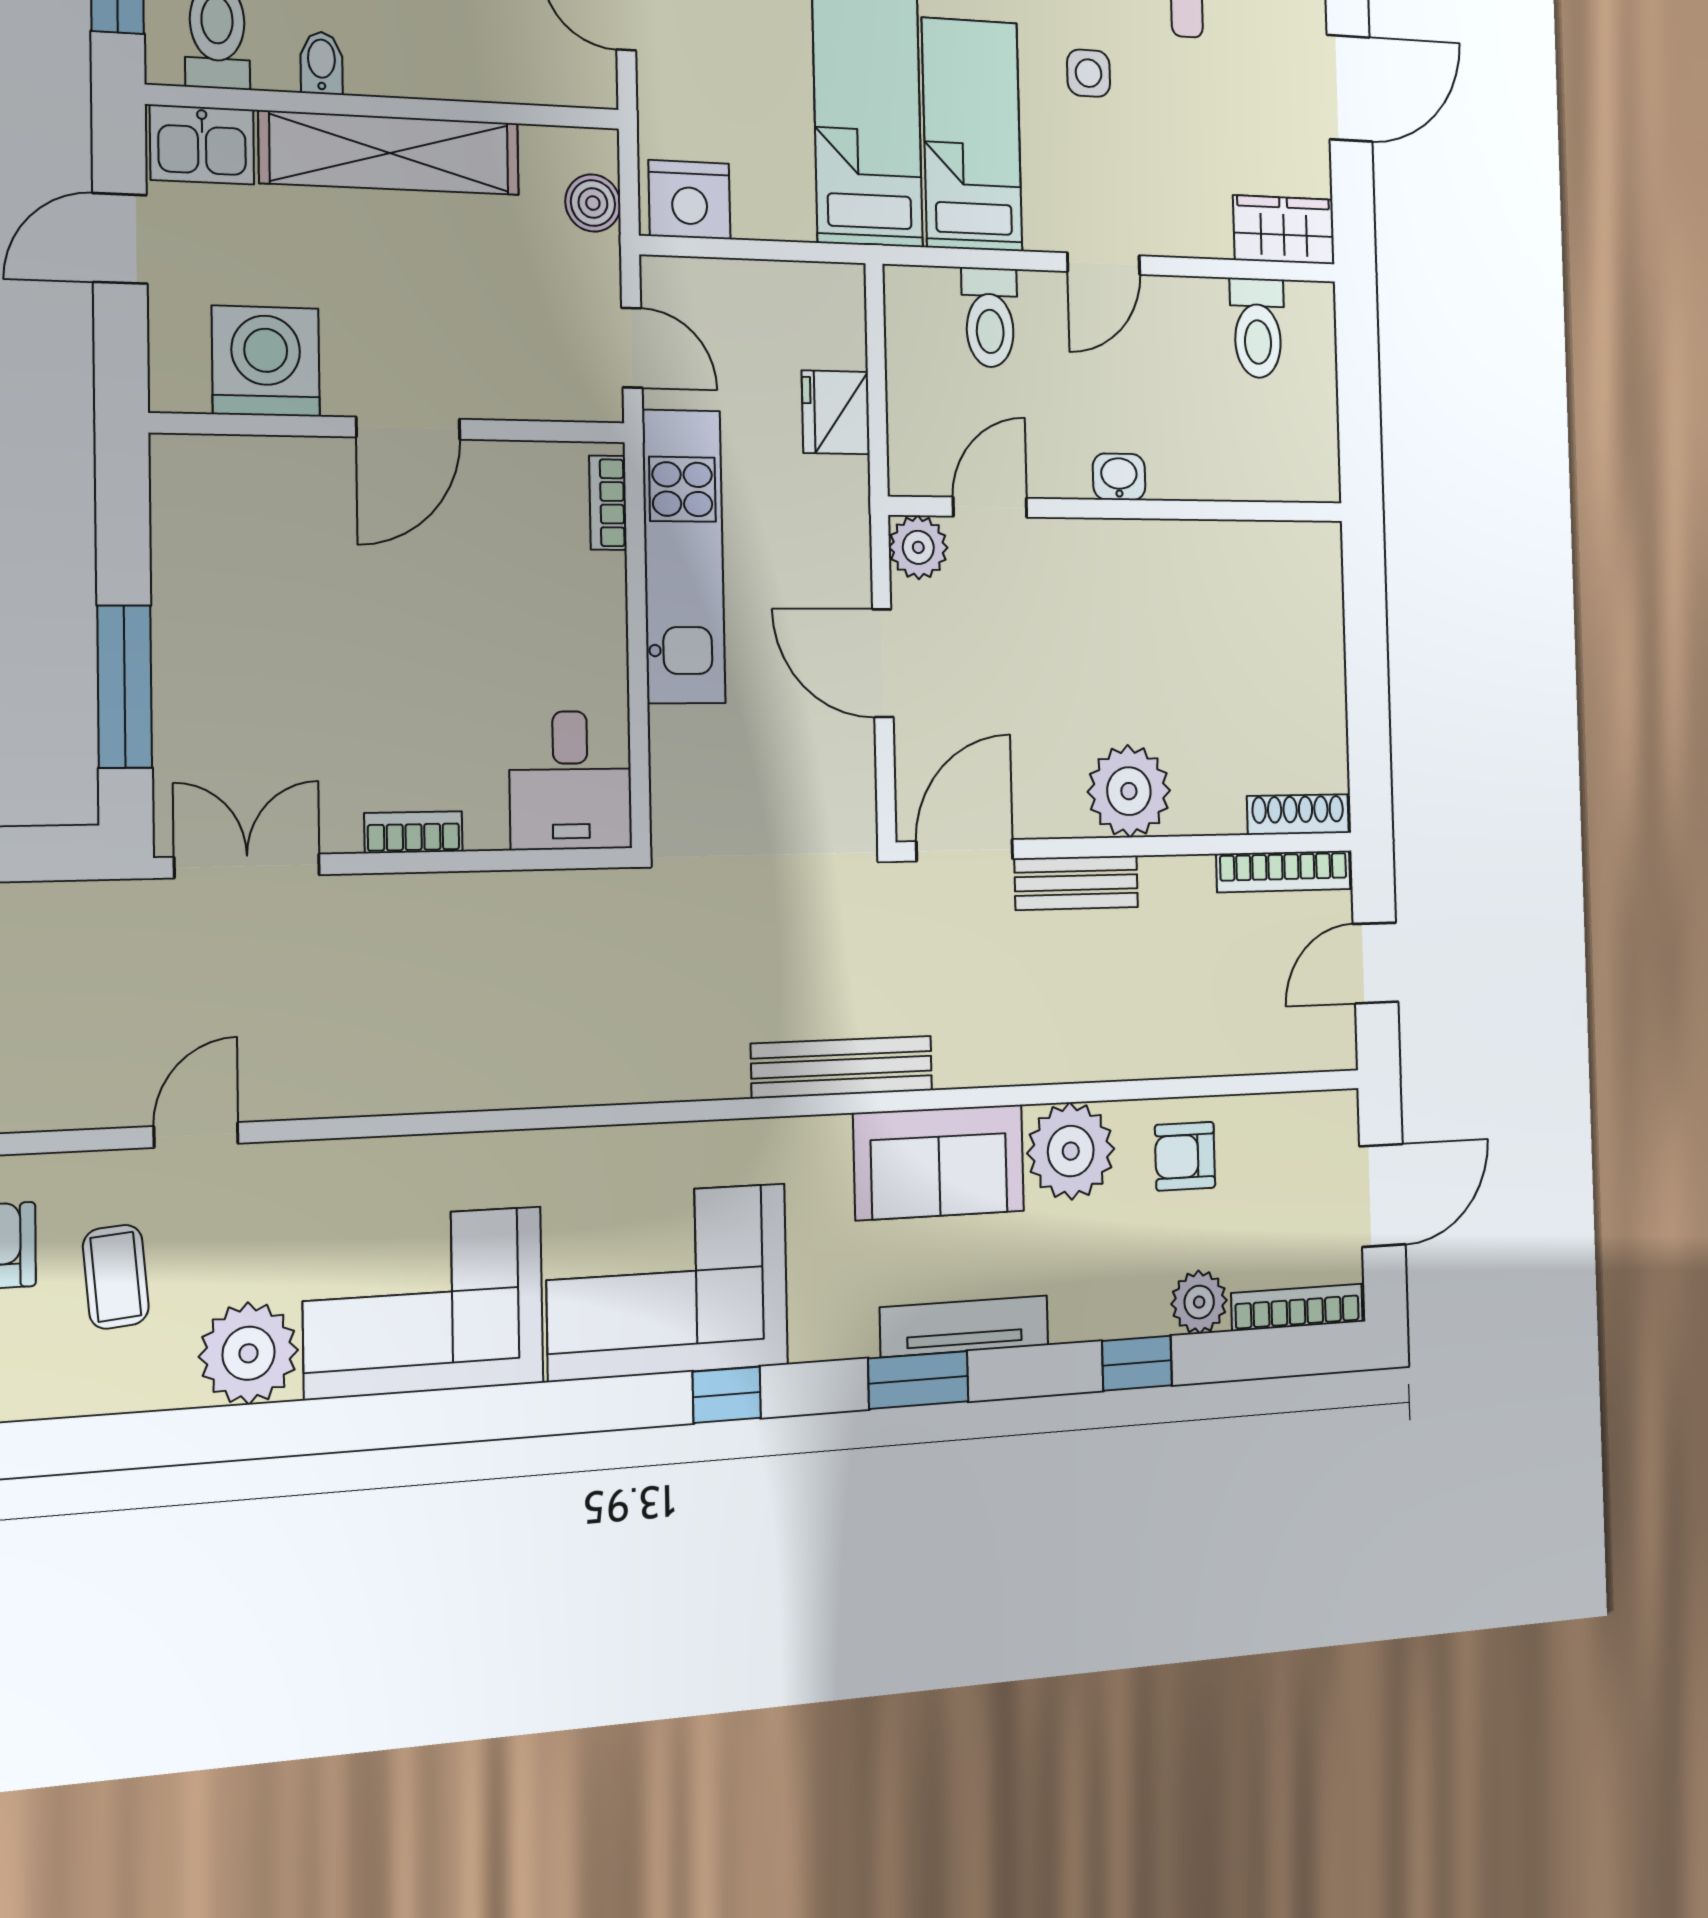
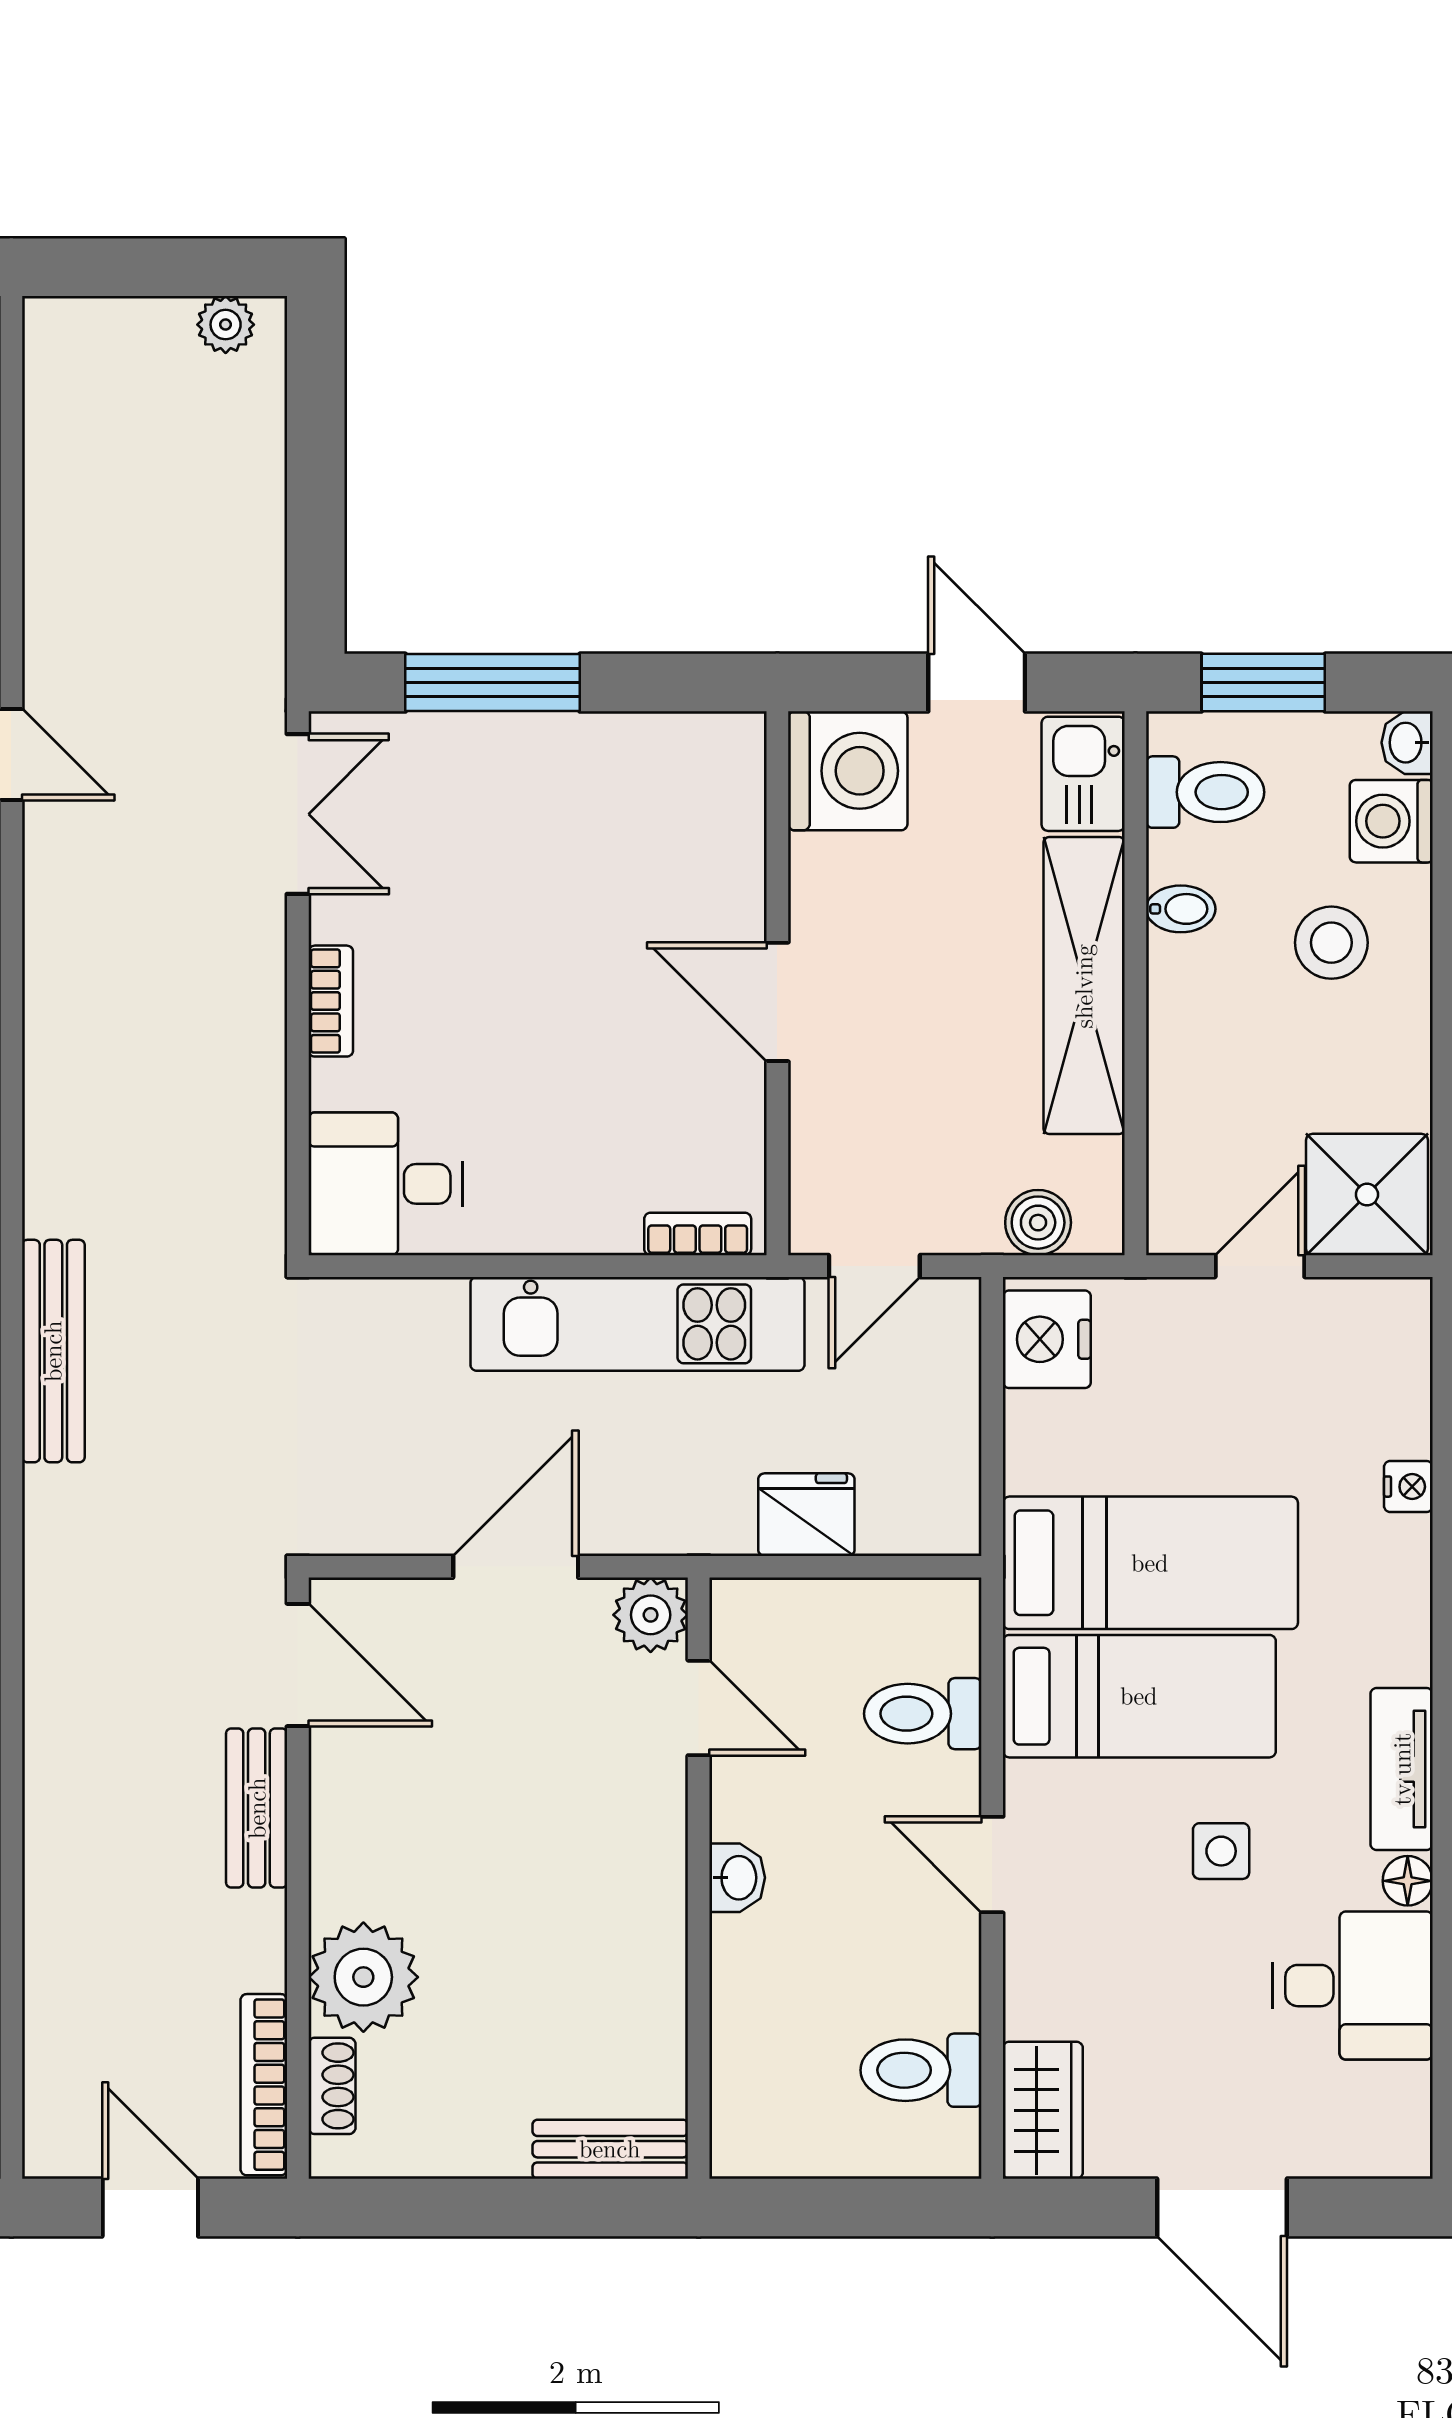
washing machine: (266, 361) -> (848, 771), moved
bench: (1322, 584) -> (610, 2149), added
plant: (1129, 791) -> (363, 1977), moved
shoe rack: (1298, 814) -> (332, 2086), width x0.70
bench: (842, 1067) -> (53, 1351), moved

